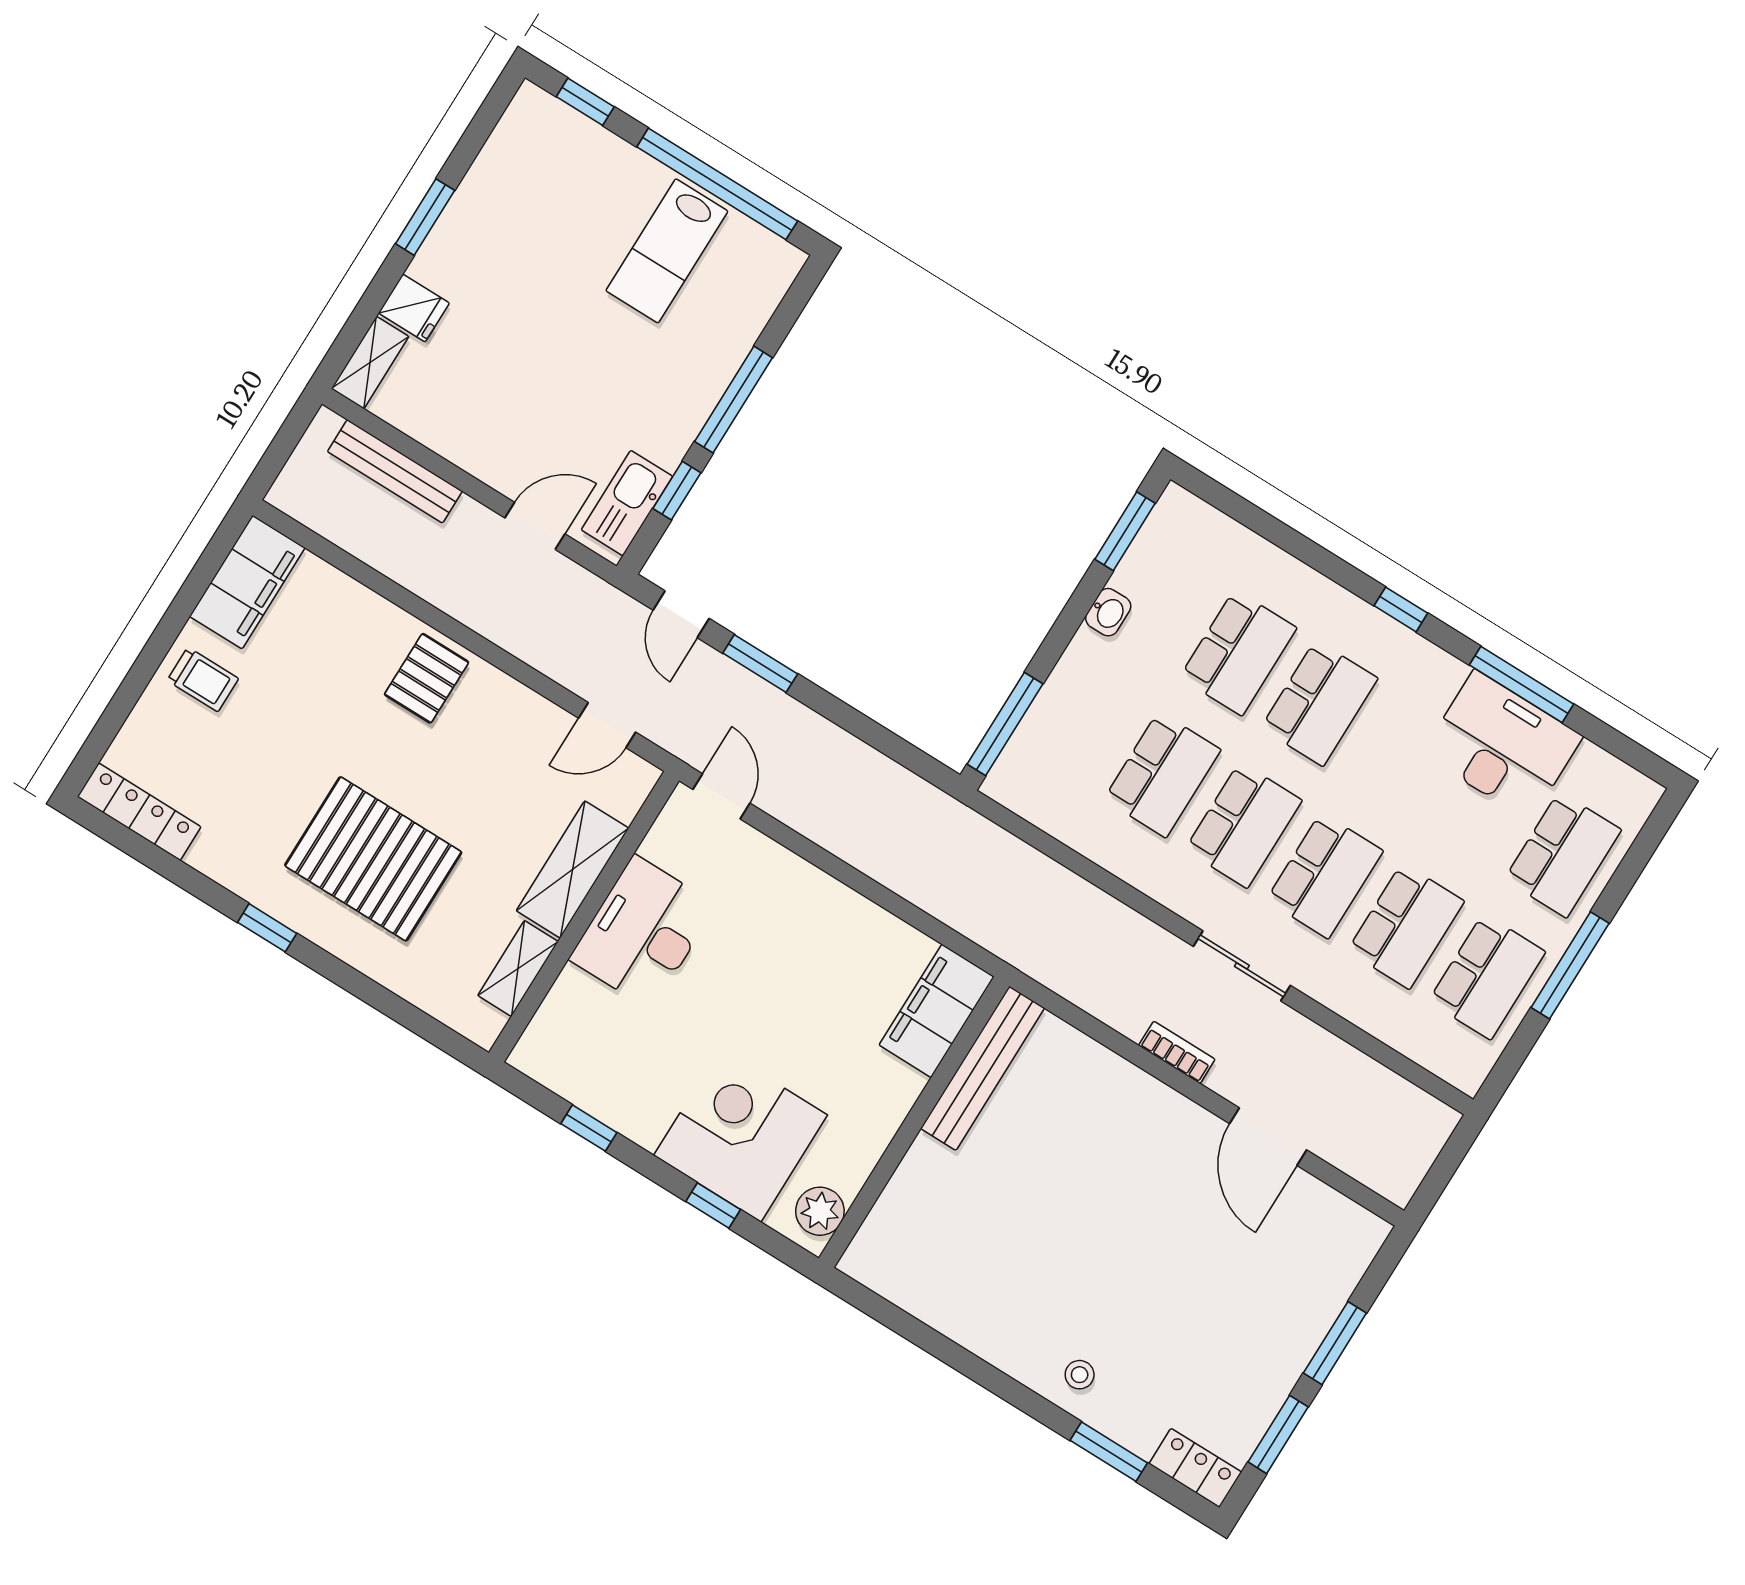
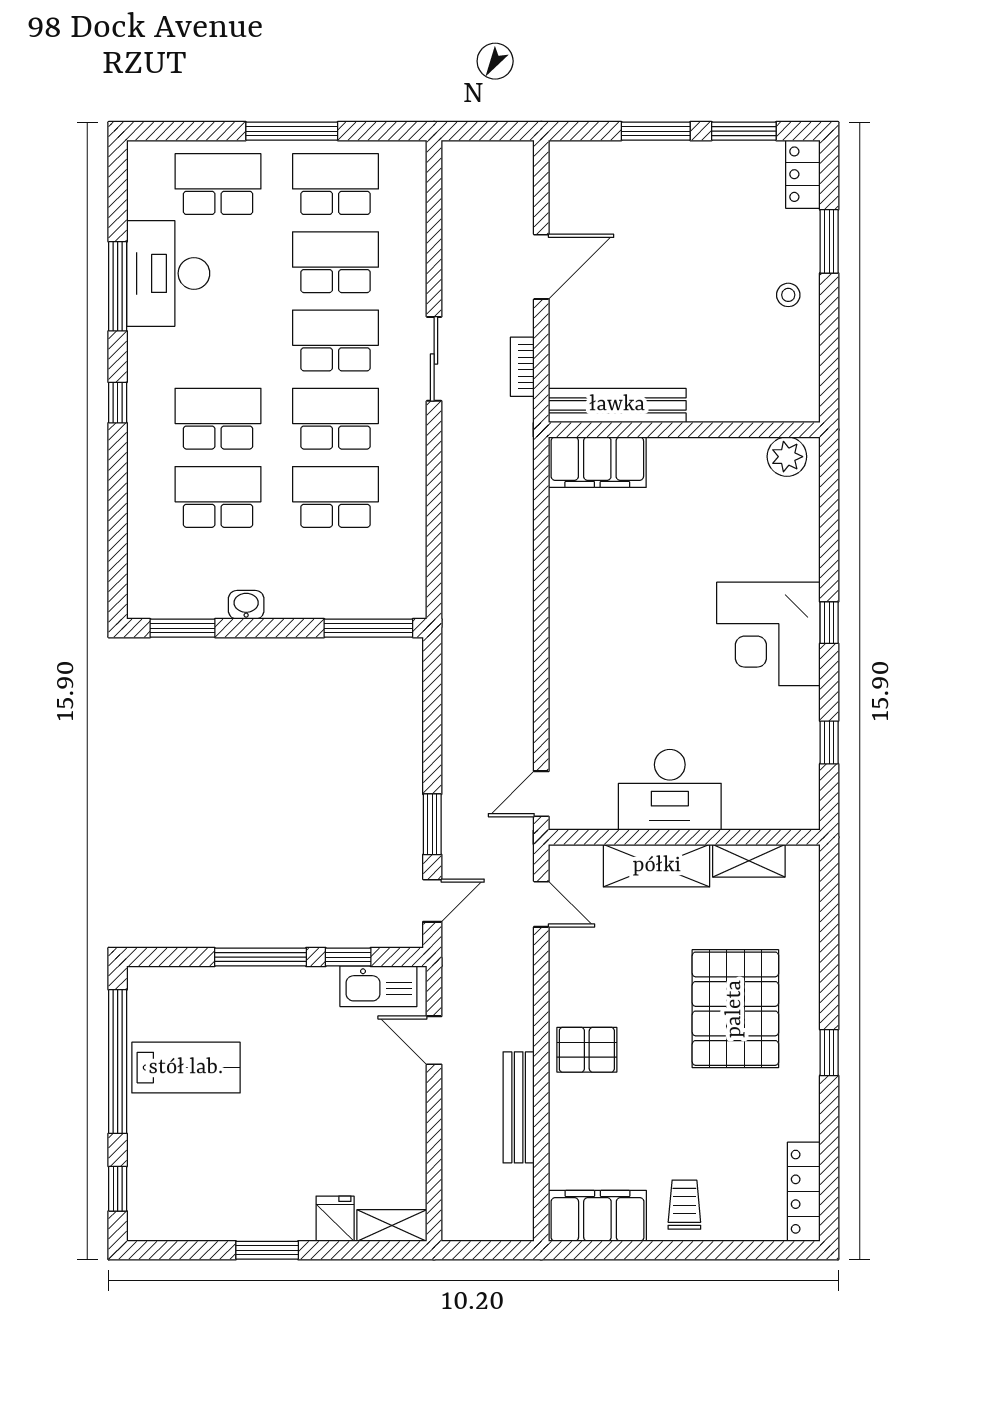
bench: (395, 471) -> (519, 1107), moved
filing cabinet: (937, 1011) -> (597, 462), moved
bench: (983, 1068) -> (617, 405), moved
wall: (914, 1122) -> (684, 430), moved
plant: (820, 1211) -> (787, 457), moved

